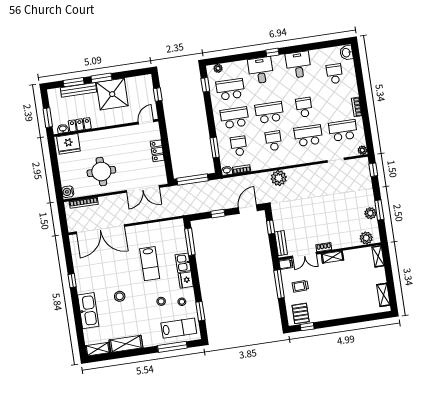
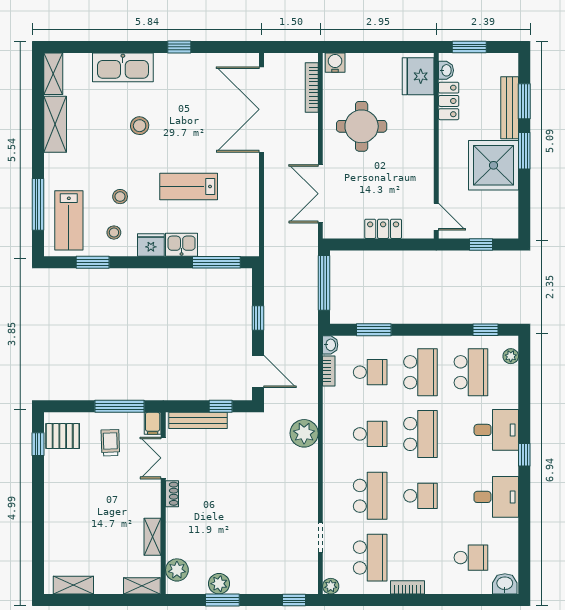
bench: (281, 243) -> (198, 420), width x1.36
shelving: (332, 257) -> (153, 537), moved

